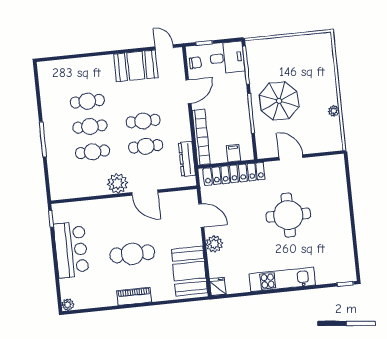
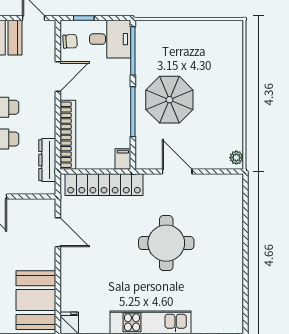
plant: (334, 111) -> (236, 158), moved
filing cabinet: (234, 153) -> (123, 159), moved
plant: (214, 244) -> (70, 269), removed

